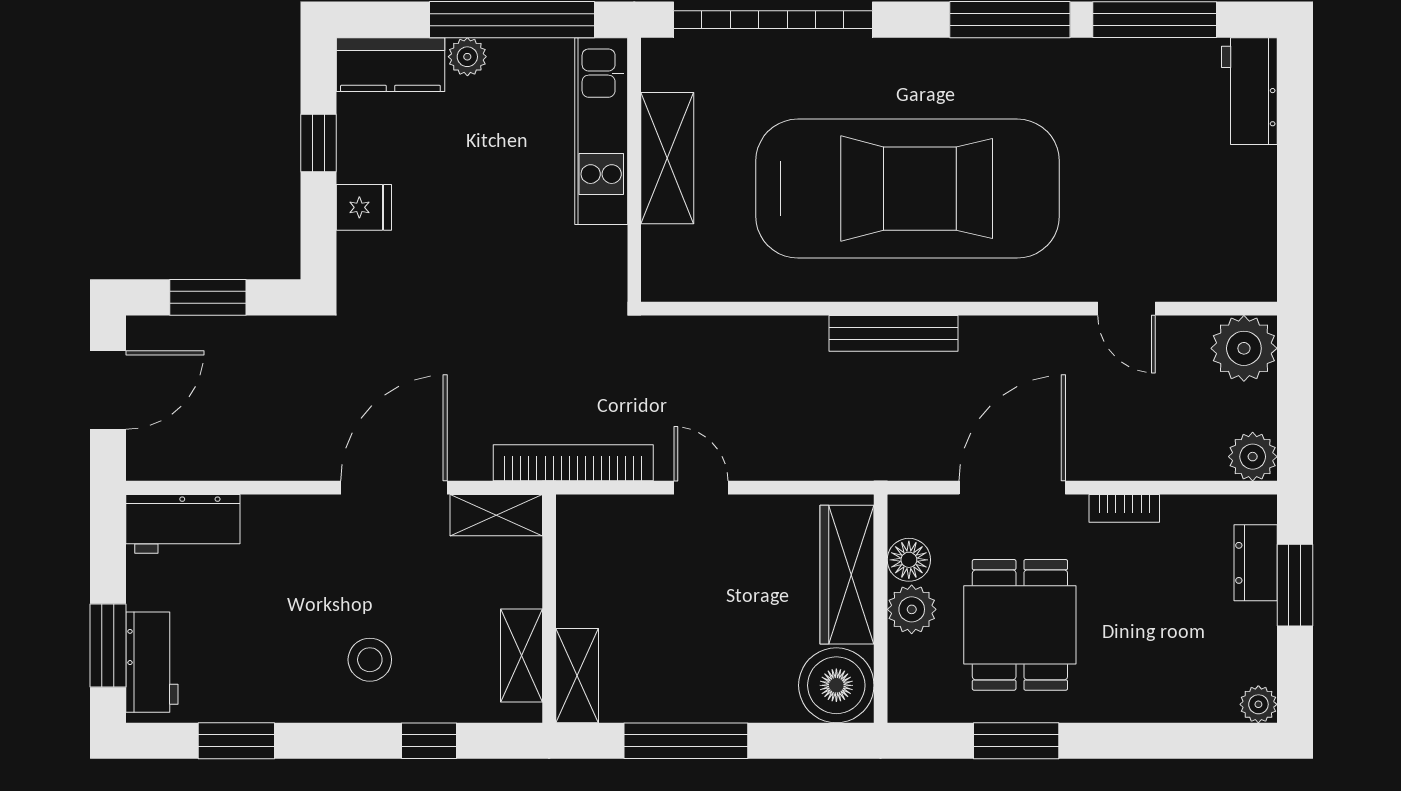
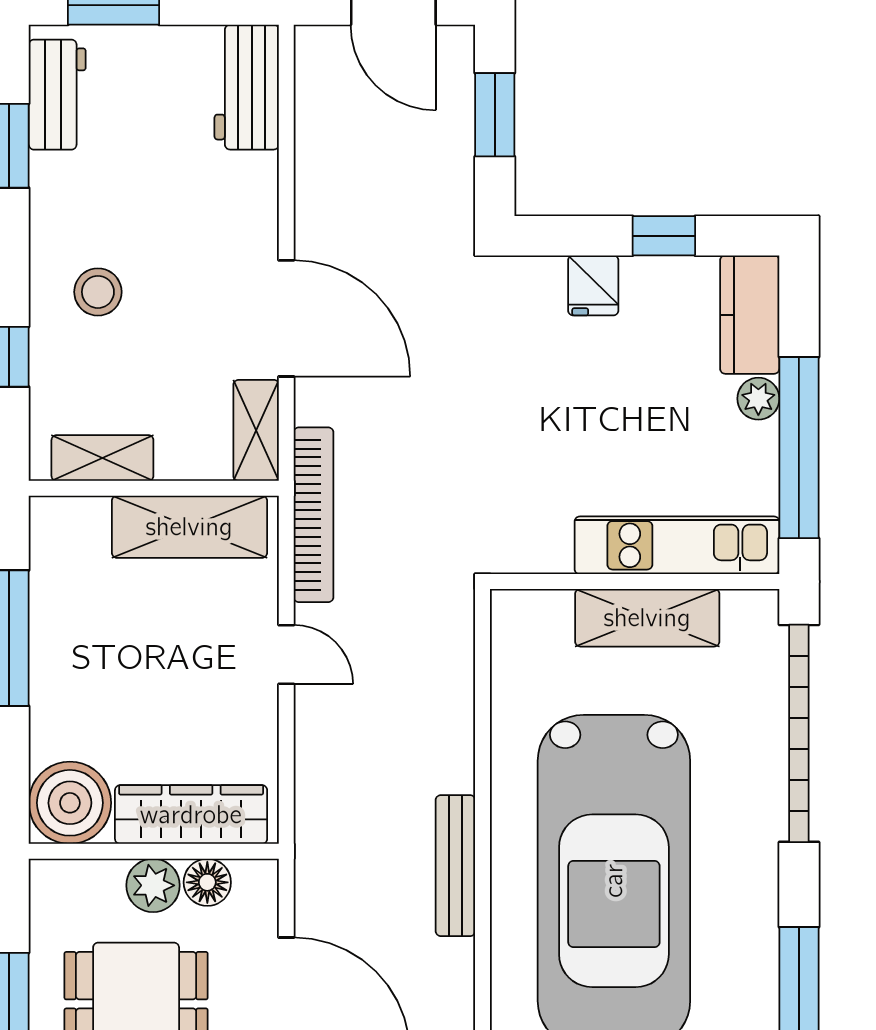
door: (701, 488) -> (286, 655), hinge flipped
workbench: (152, 662) -> (57, 95), moved, turned -90
shelving: (577, 676) -> (189, 527), moved, width x1.50, depth x1.33

